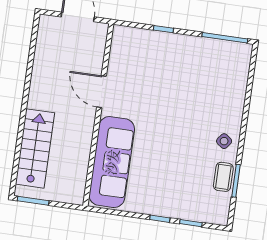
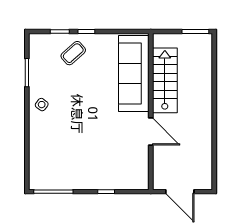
stairs: (35, 148) -> (165, 80), moved, turned 180
coffee table: (223, 177) -> (73, 53), moved, turned 48

